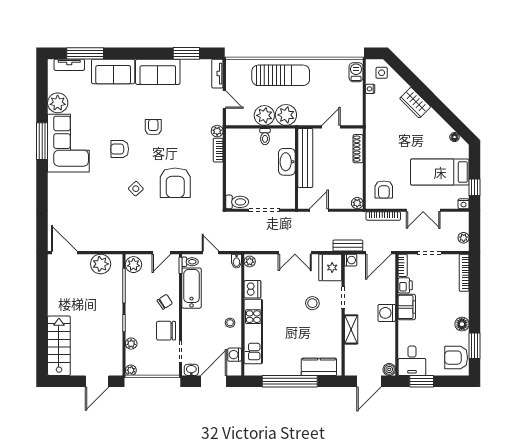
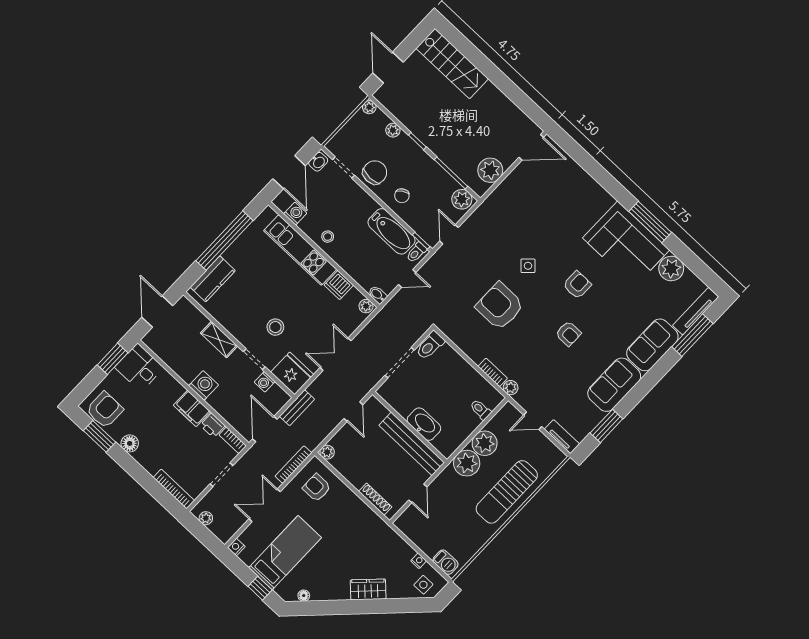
tv unit: (69, 65) -> (696, 311), width x1.41
toilet: (265, 137) -> (481, 410), moved
window: (475, 187) -> (260, 588), moved
washing machine: (351, 260) -> (265, 382), moved
boiler: (389, 369) -> (151, 340), removed

